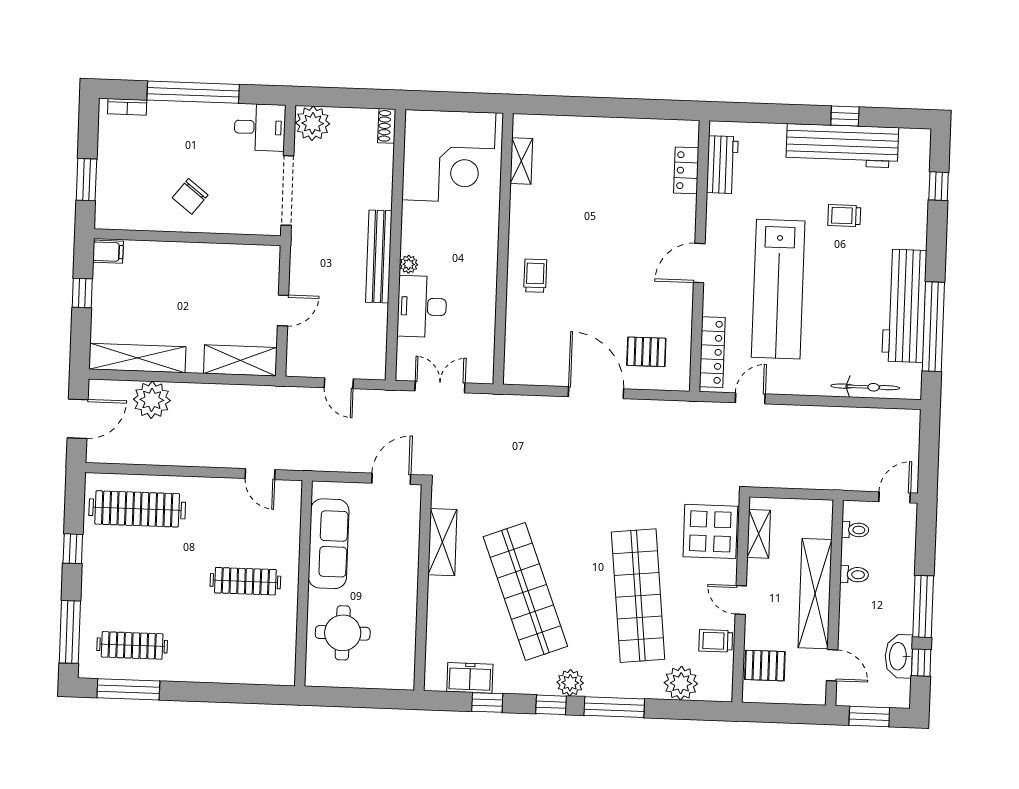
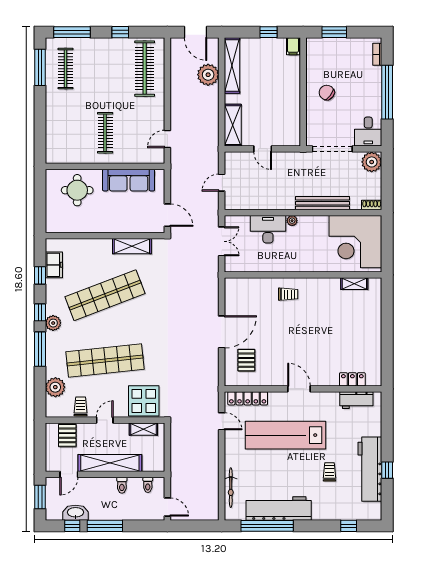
bench: (379, 256) -> (323, 203), moved

